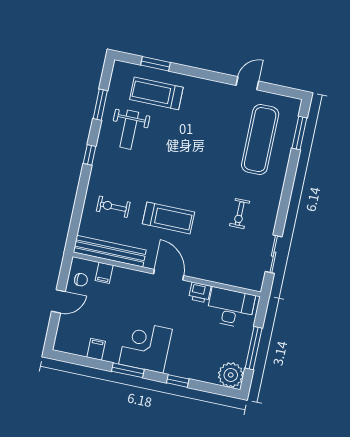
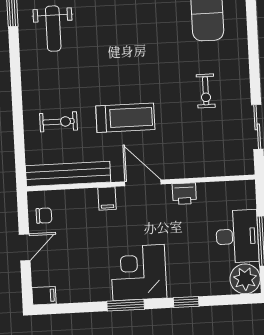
window: (90, 155) -> (15, 70), removed
exercise bike: (113, 207) -> (59, 122), turned 180
filing cabinet: (104, 273) -> (107, 199), moved
desk: (231, 308) -> (237, 236), moved, turned 90
filing cabinet: (96, 349) -> (44, 296), moved, turned 90

